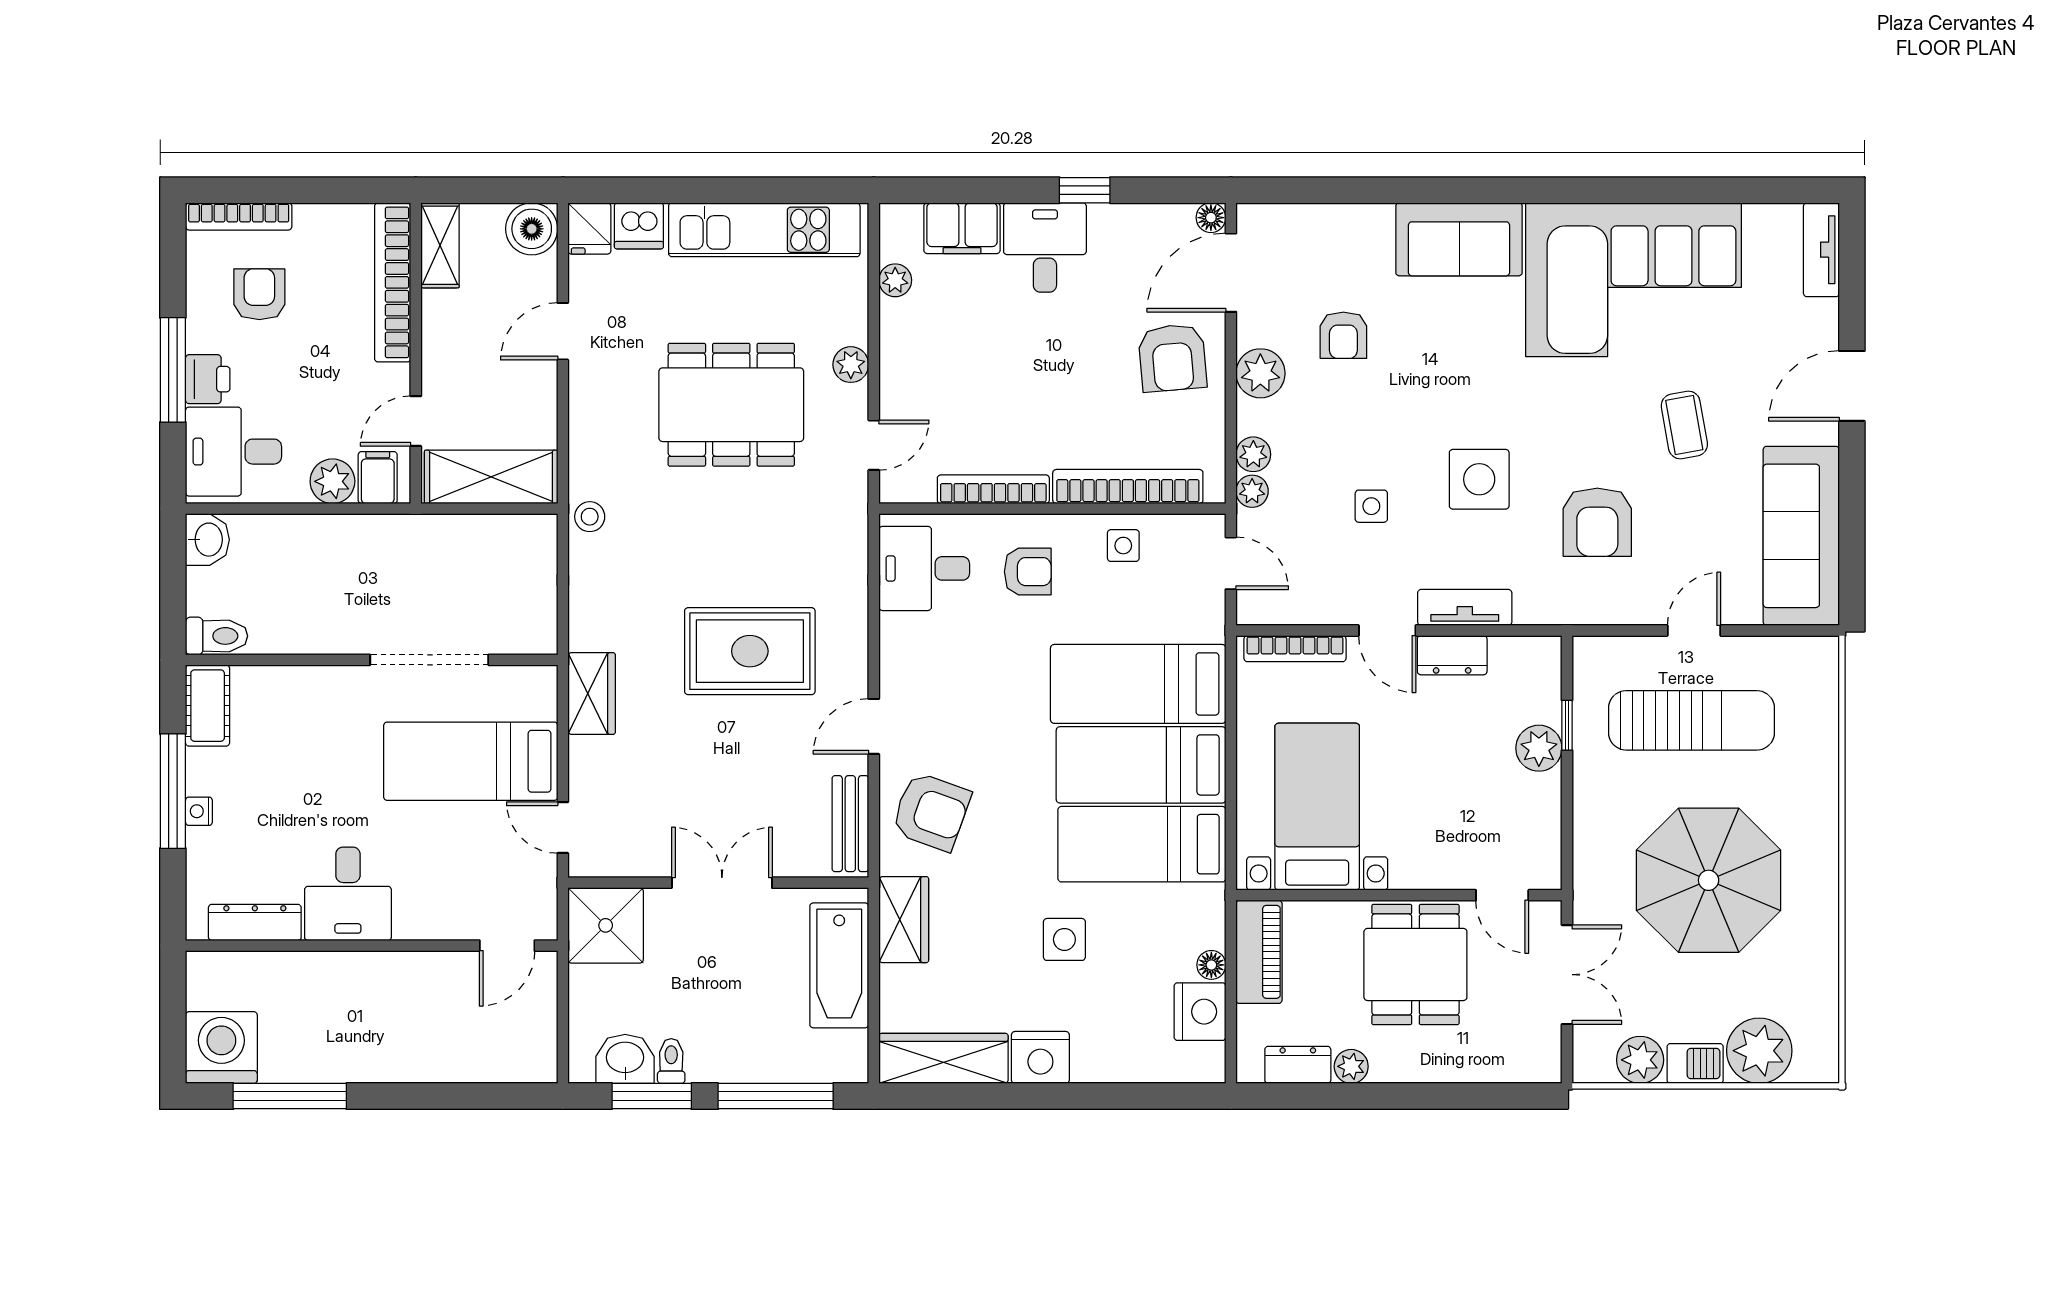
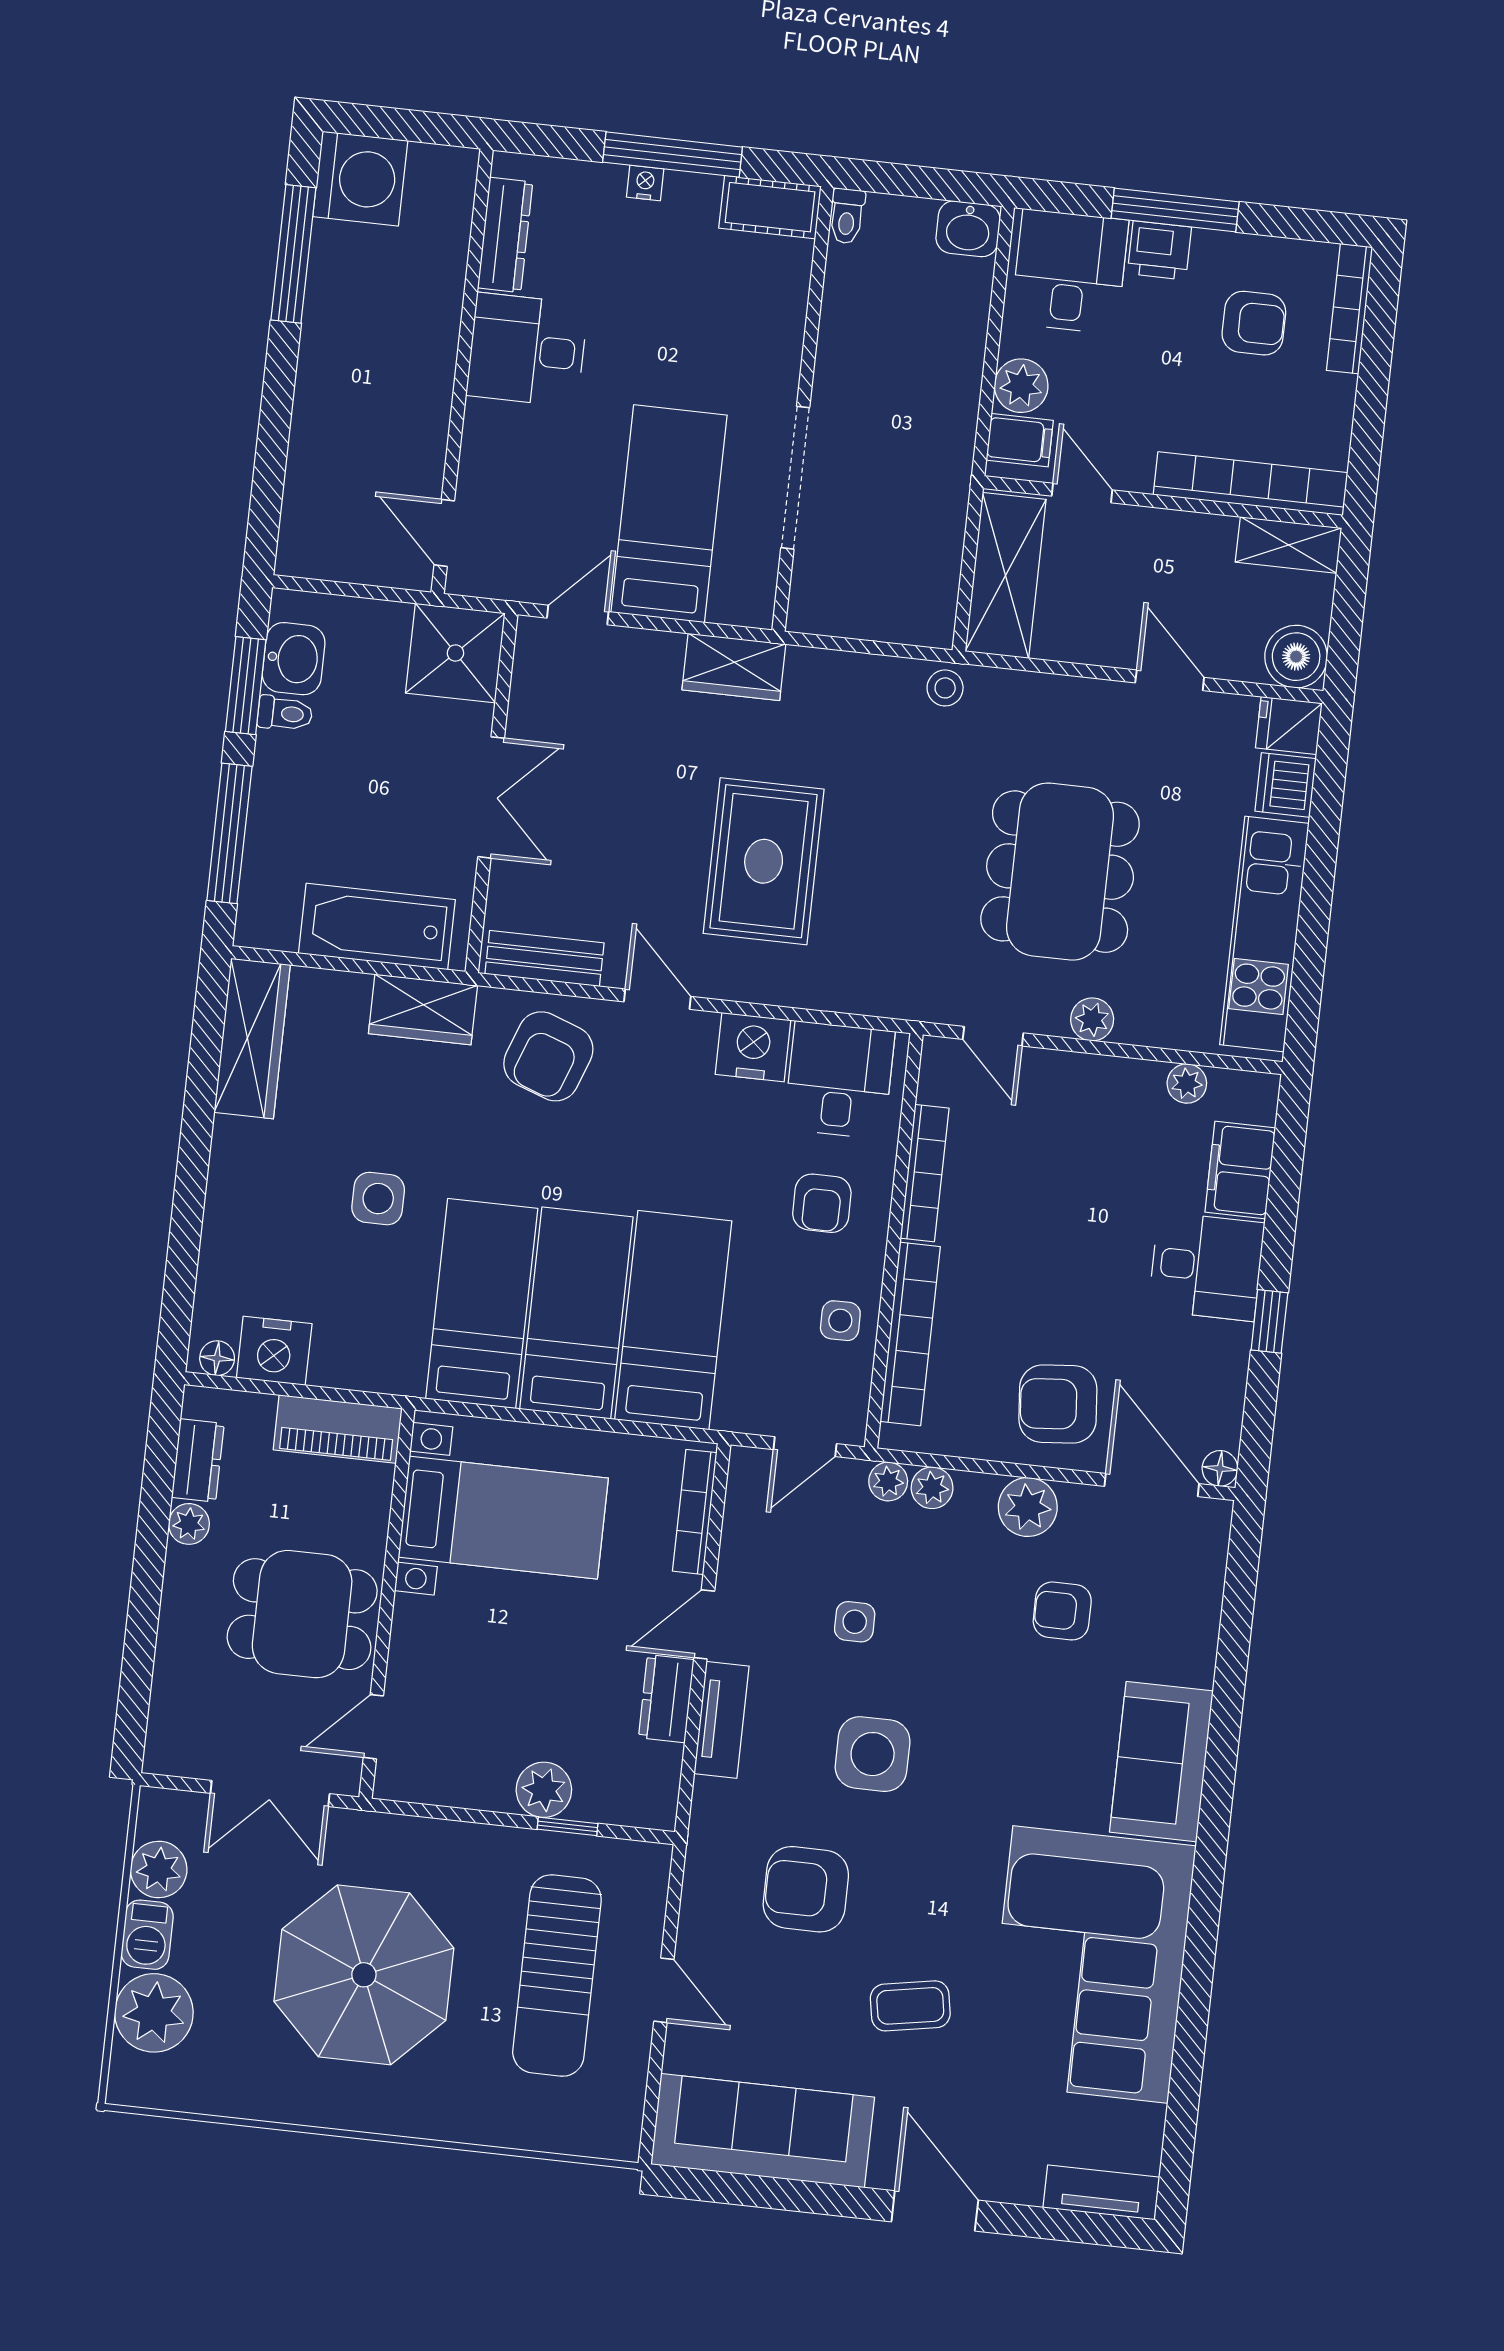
toilet: (217, 636) -> (847, 216), width x0.73, depth x0.72
floor lamp: (1211, 965) -> (217, 1358), moved
nightstand: (1040, 1057) -> (753, 1047), moved, turned 90

